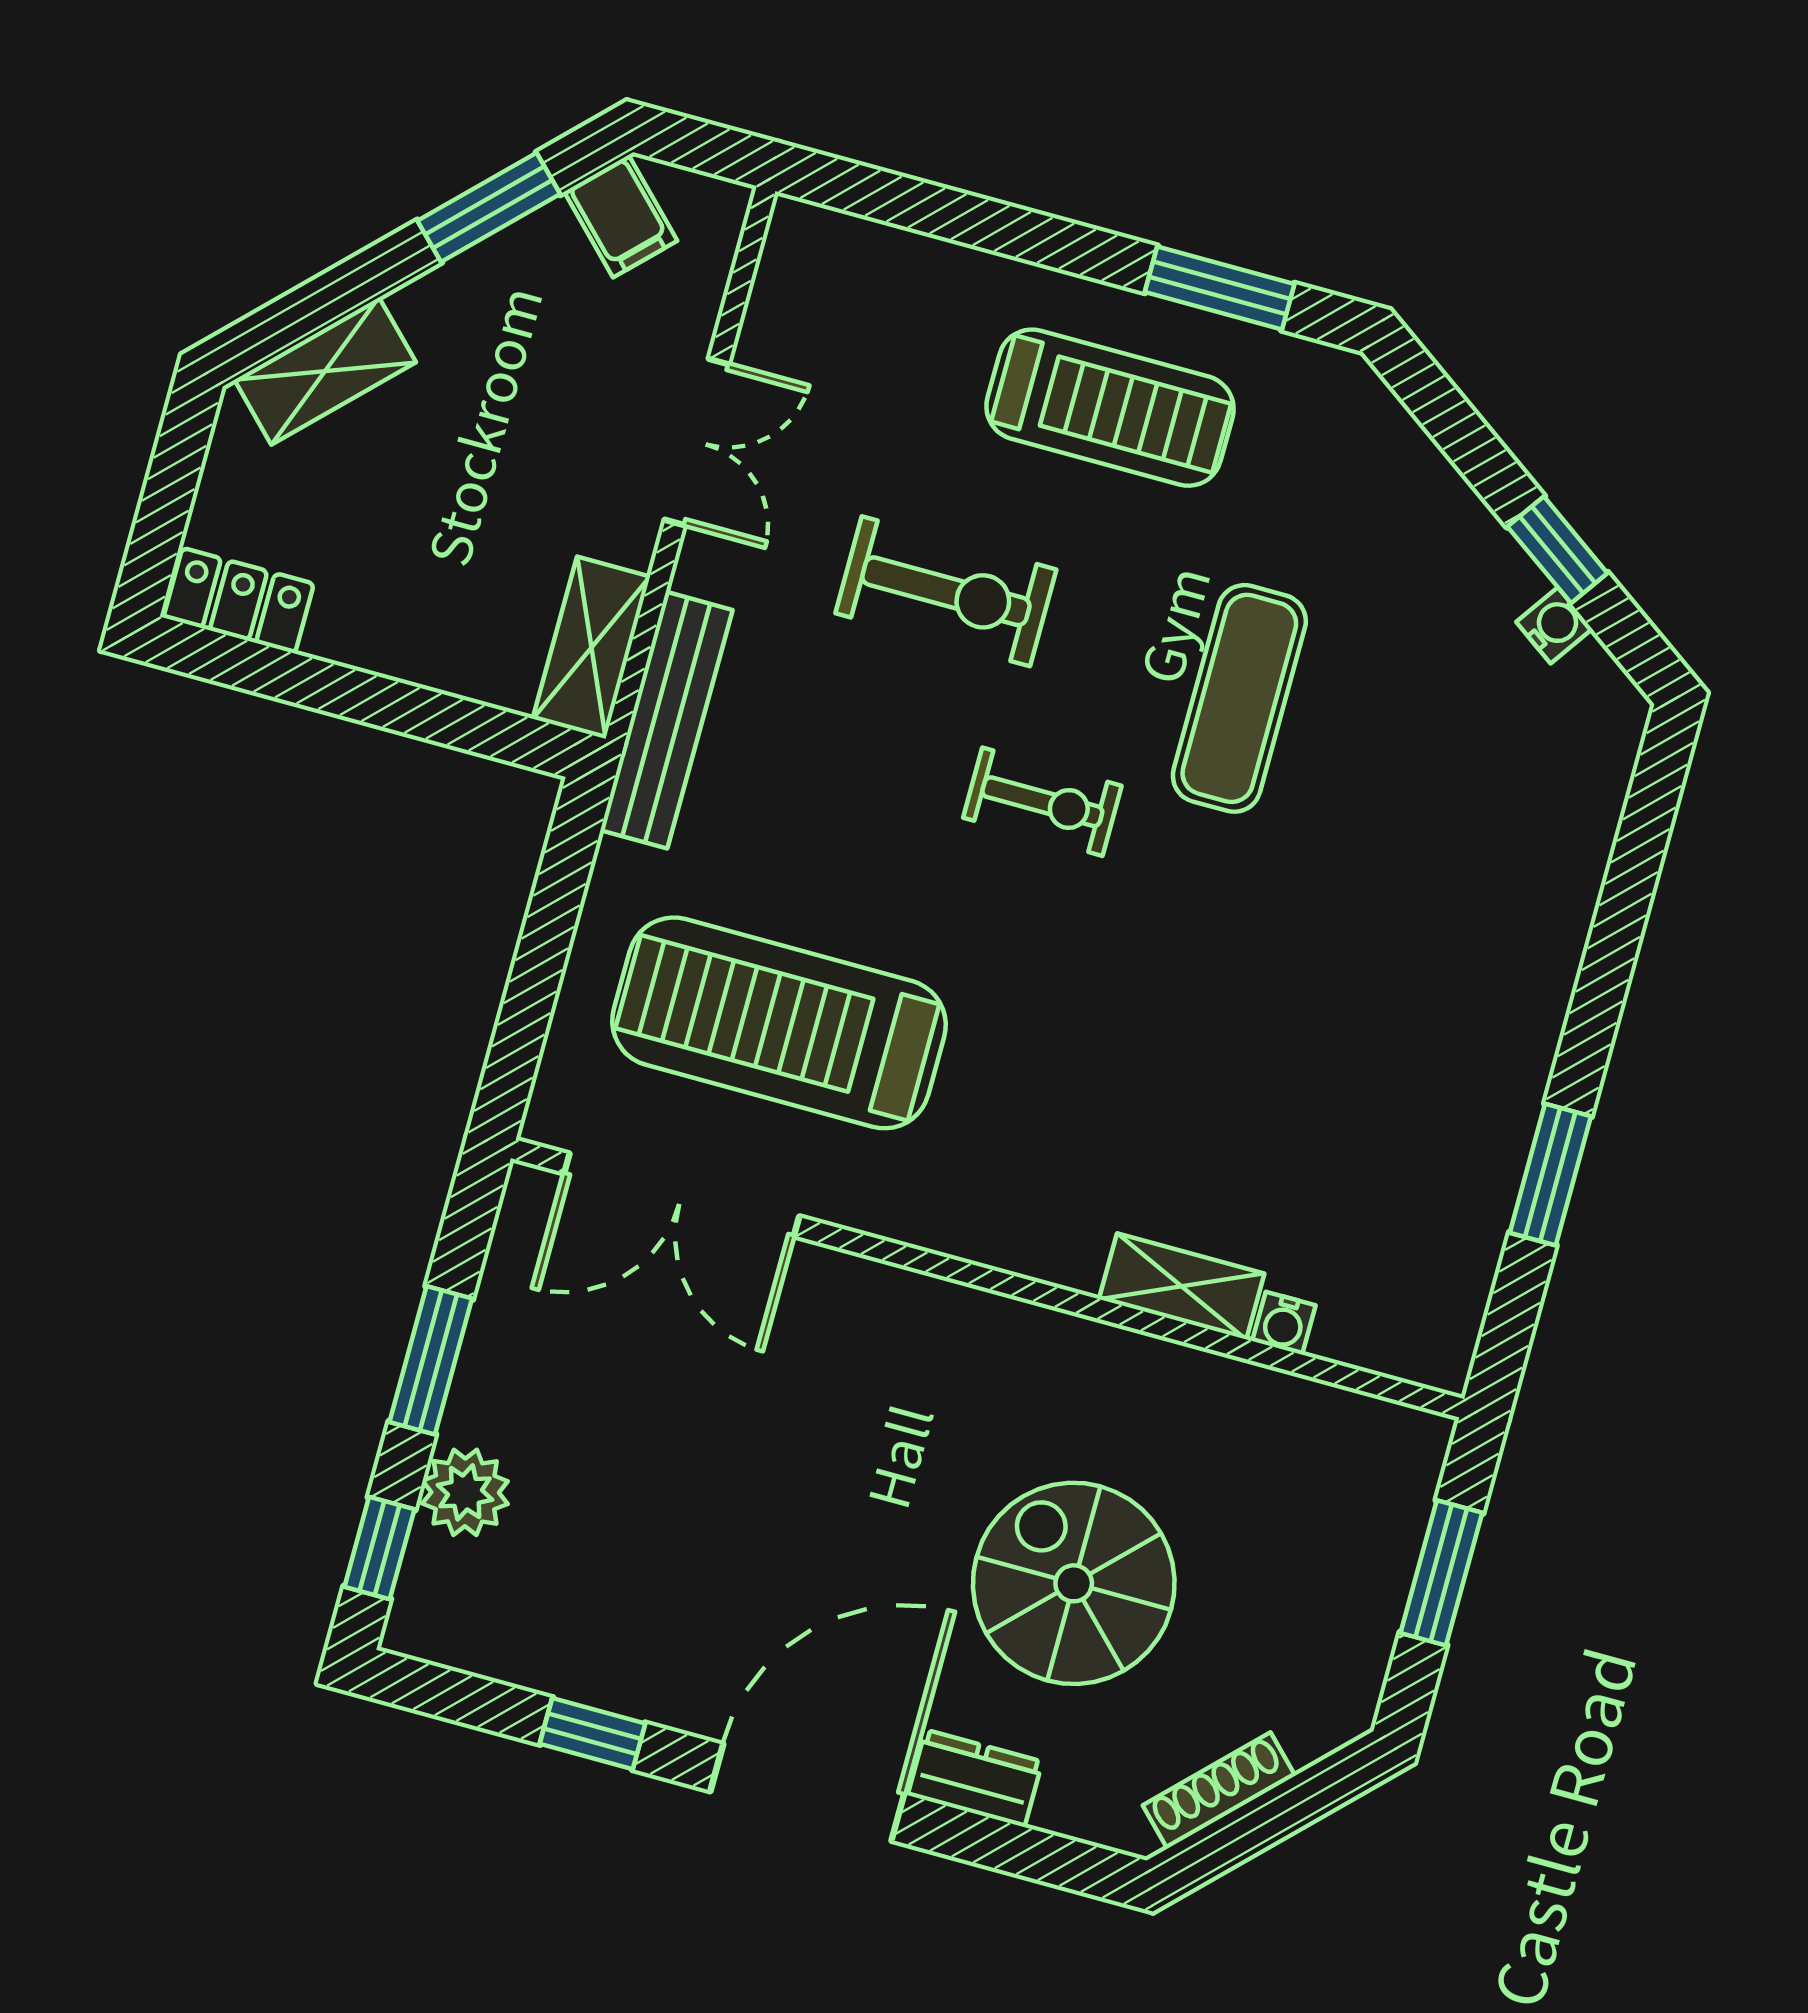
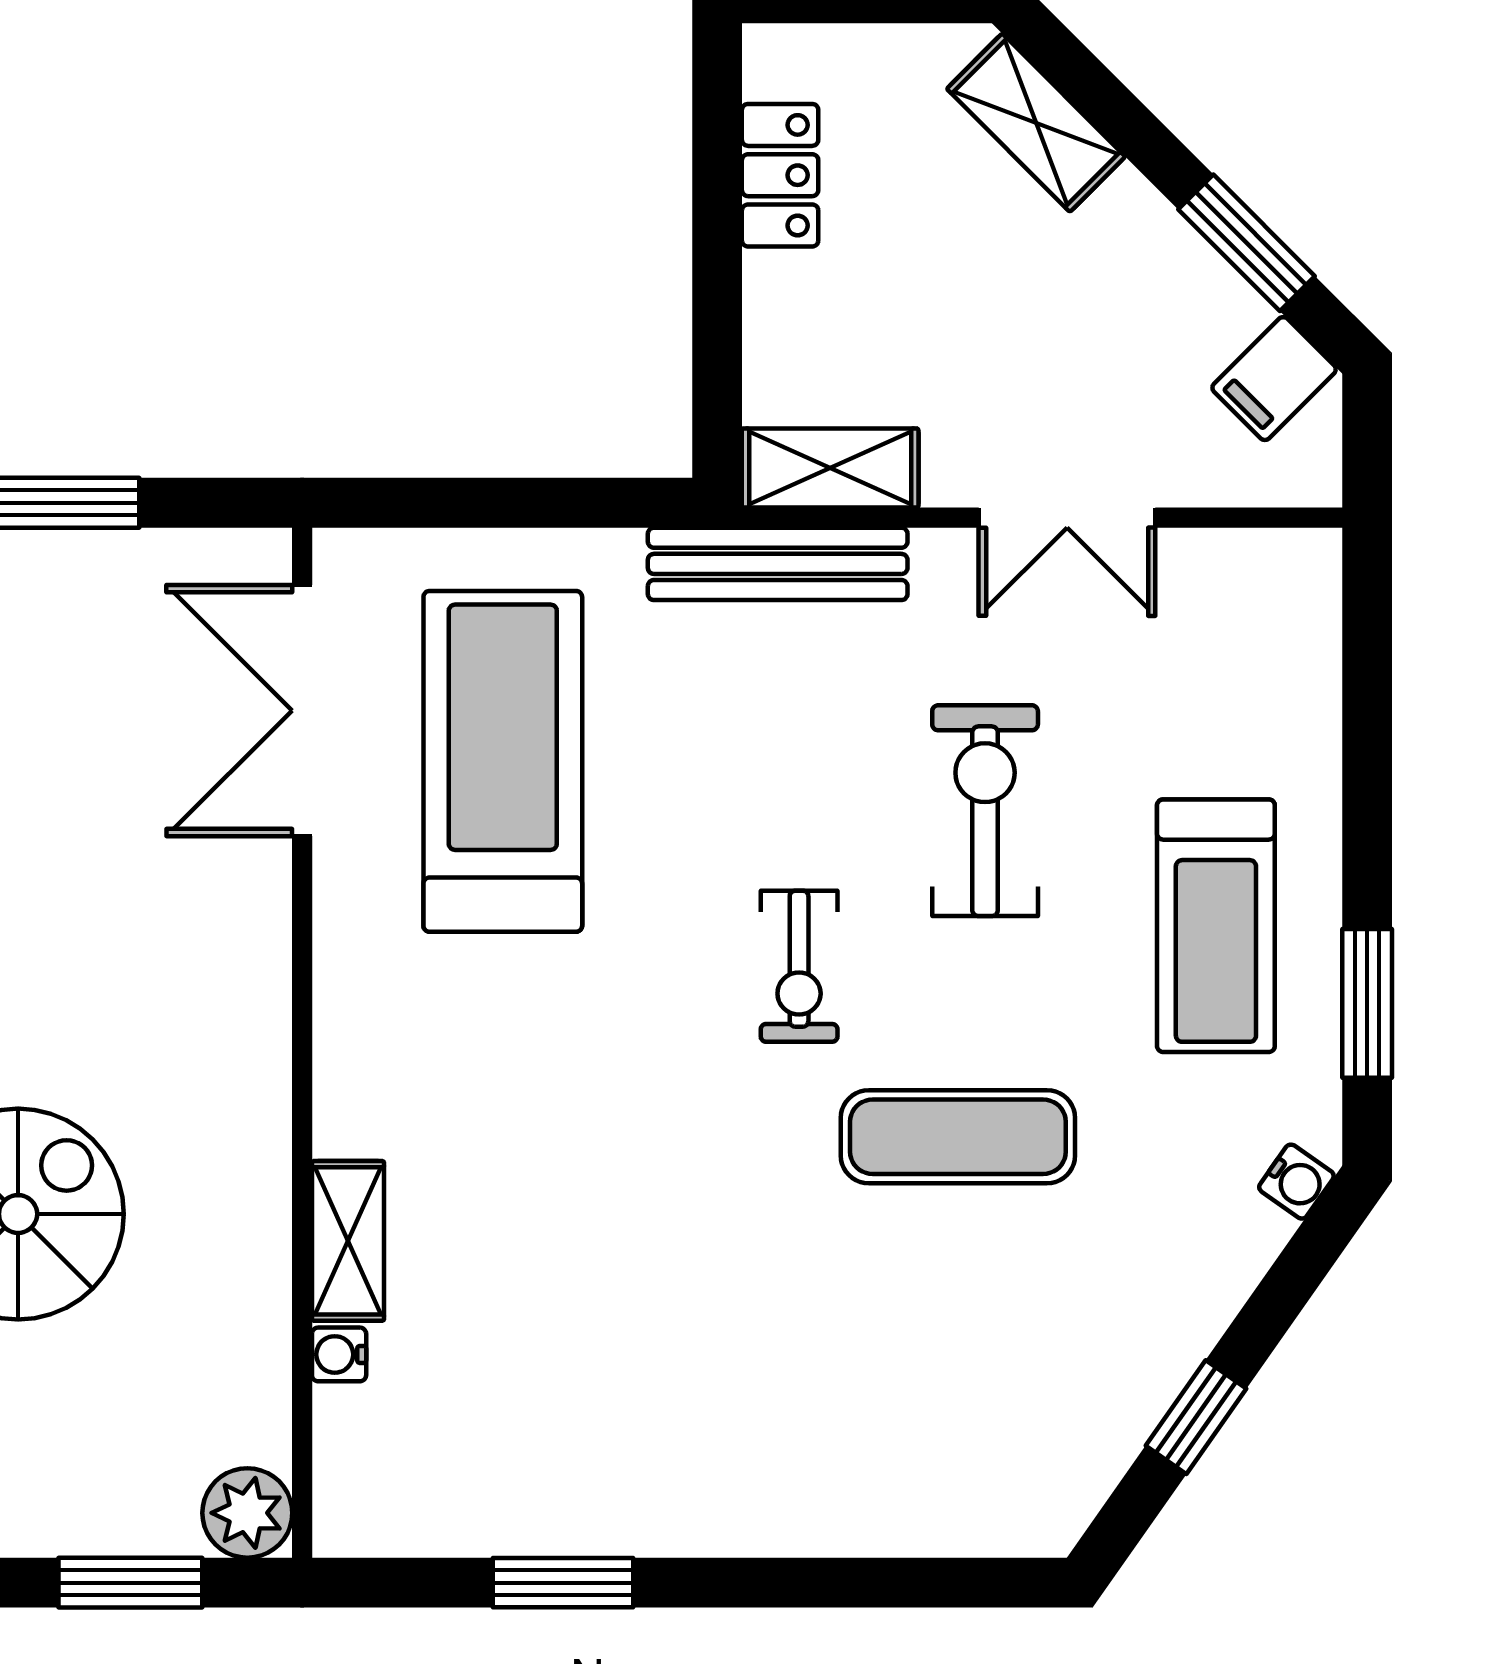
exercise bike: (946, 591) -> (985, 811), turned 180
locker: (239, 601) -> (780, 175), moved
water cooler: (1554, 625) -> (1296, 1182), moved
plant: (1407, 1448) -> (247, 1513), added

